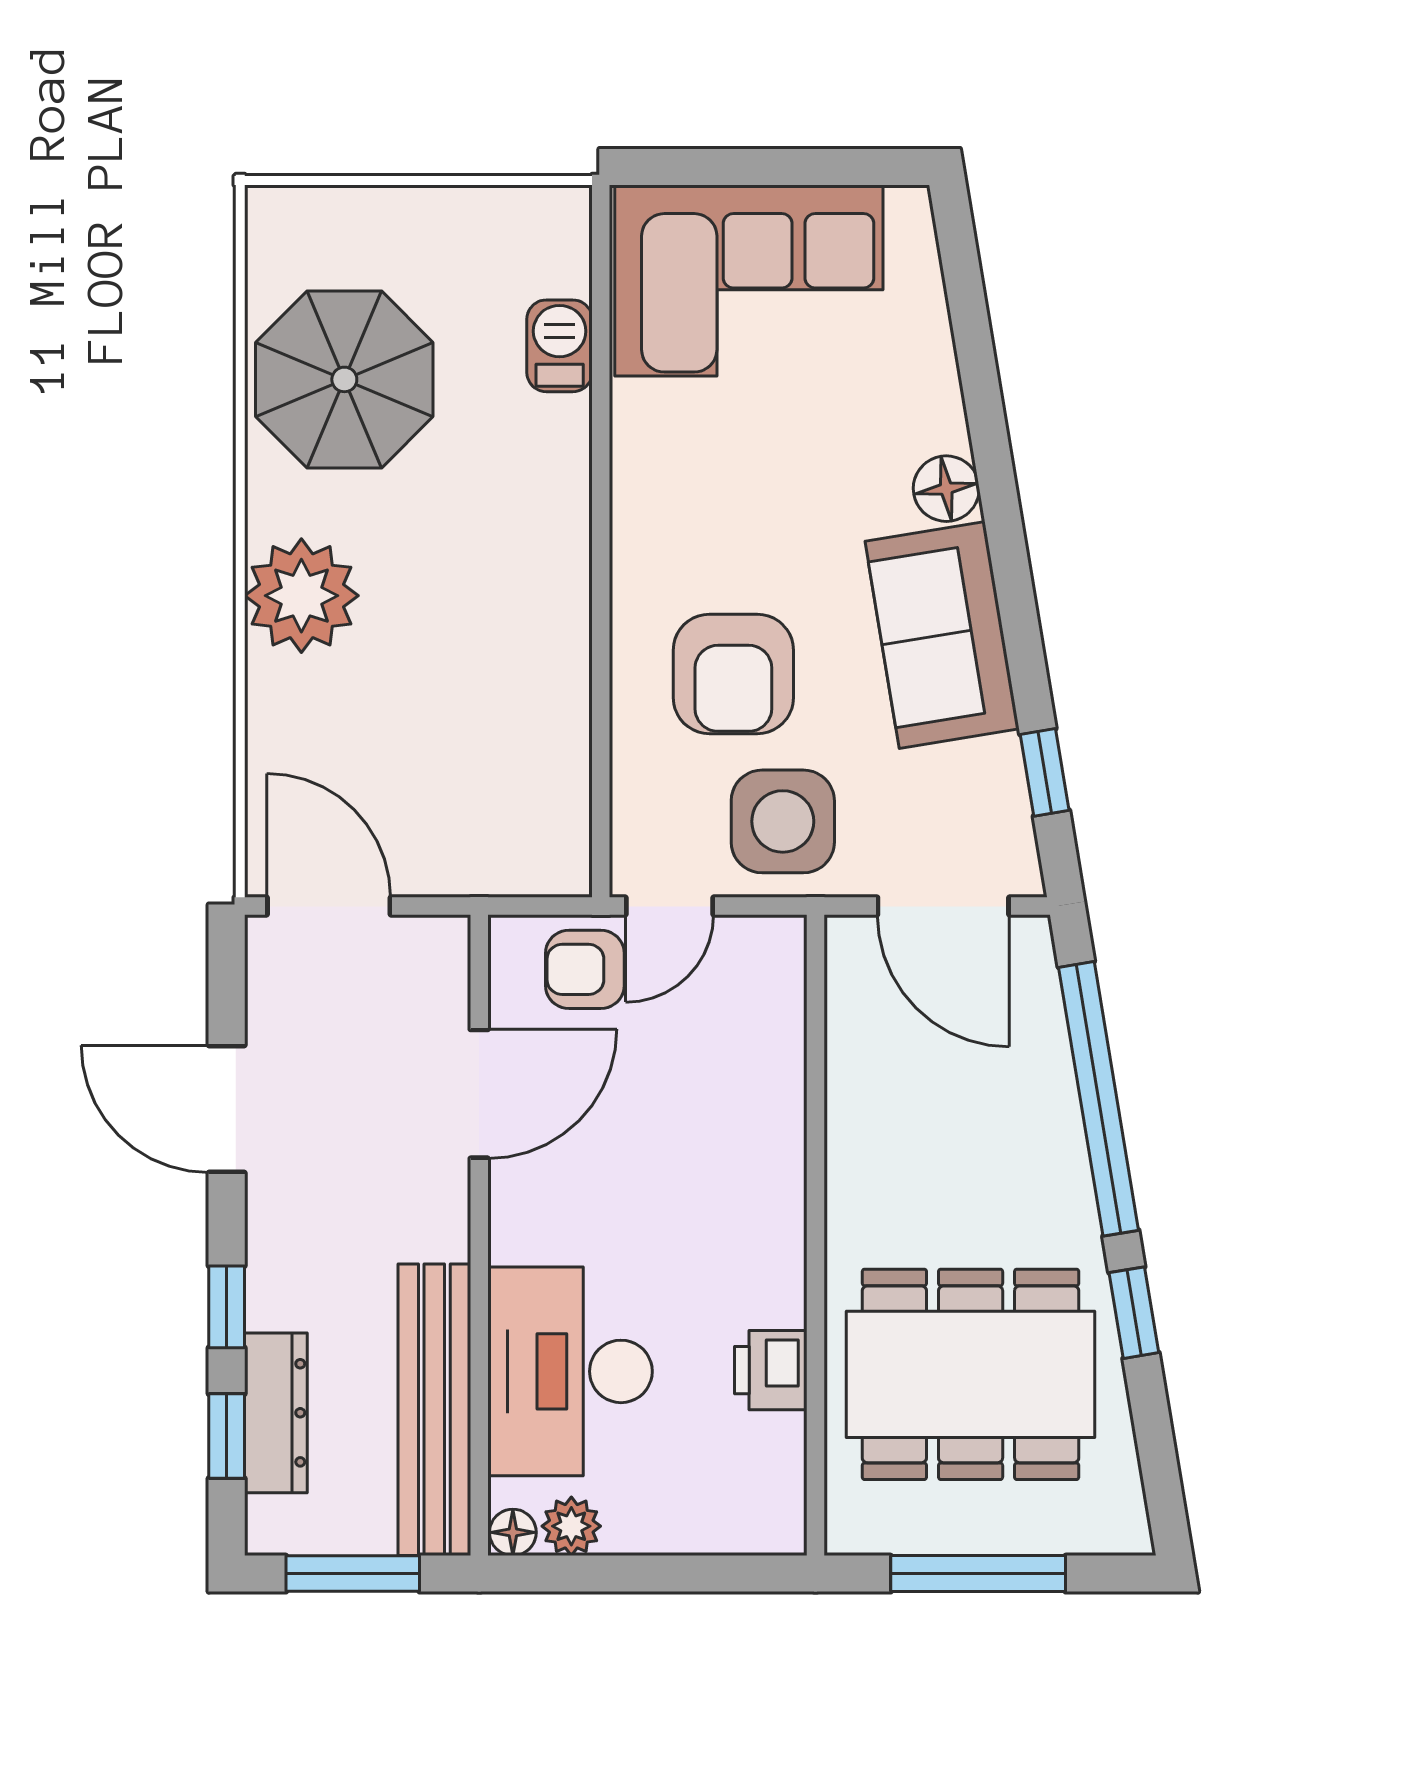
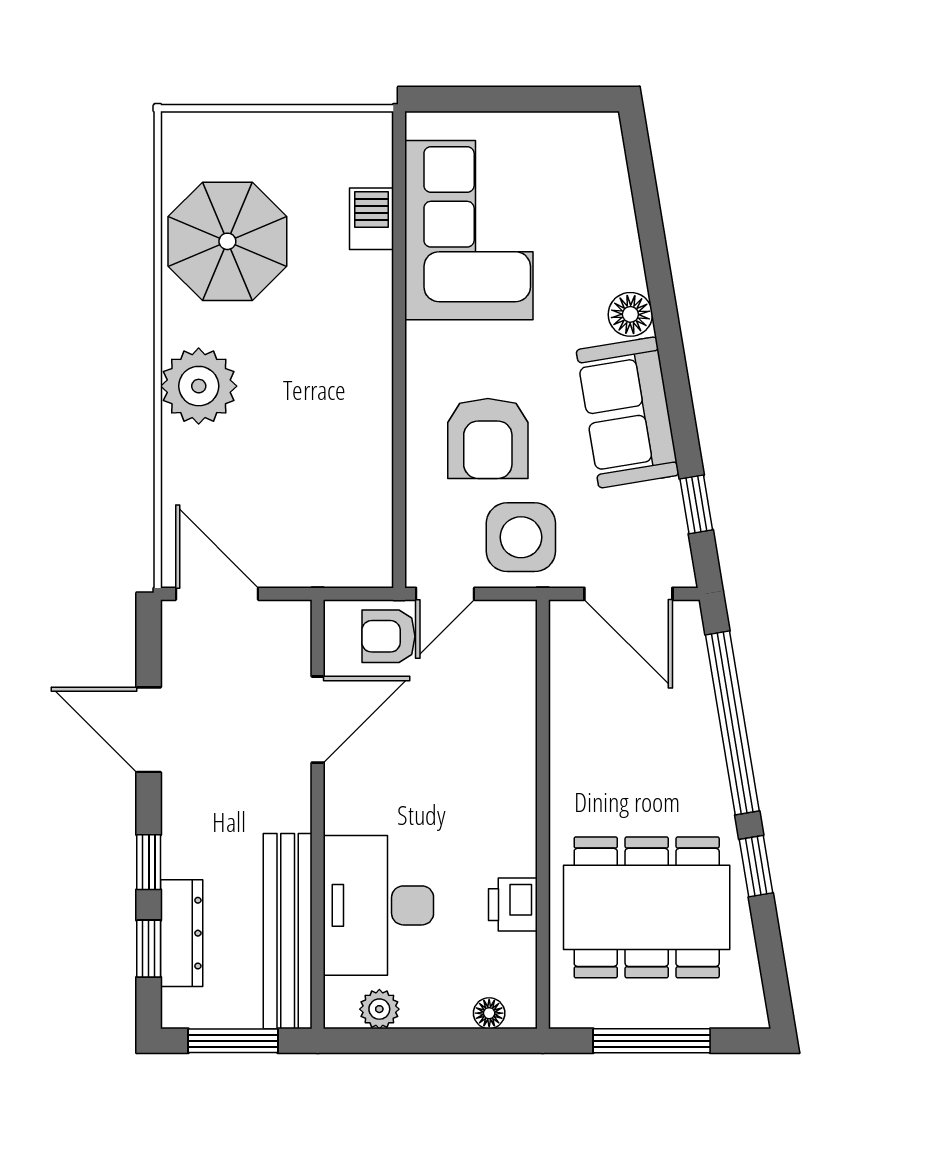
corner sofa: (749, 280) -> (469, 230), moved, turned -90
floor lamp: (513, 1532) -> (489, 1013), moved

